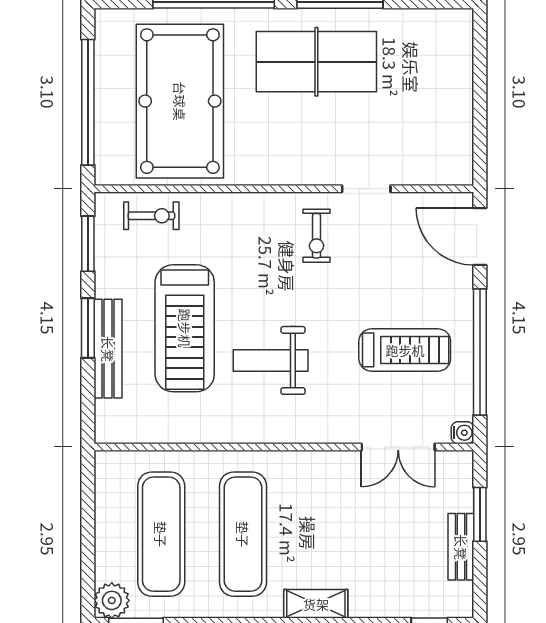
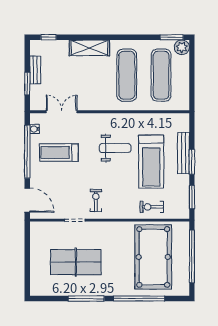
table tennis table: (316, 62) -> (76, 262), moved
exercise bike: (151, 216) -> (152, 207), moved
treadmill: (185, 328) -> (151, 162), turned 180
water cooler: (463, 433) -> (35, 129), moved
shelving: (316, 604) -> (89, 48), width x1.50, depth x1.33

